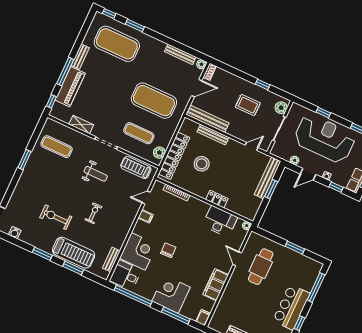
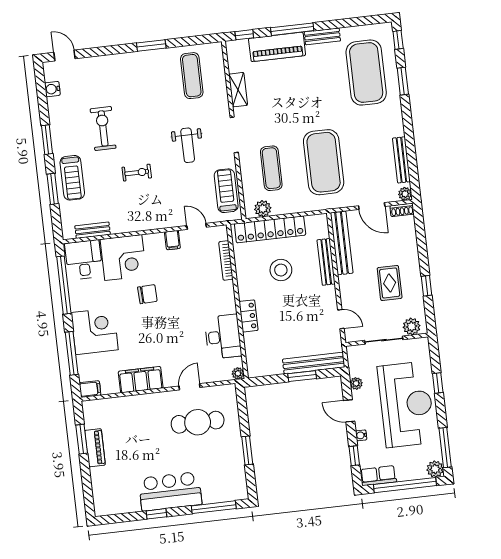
treadmill: (74, 253) -> (72, 178), width x0.73, depth x0.73

